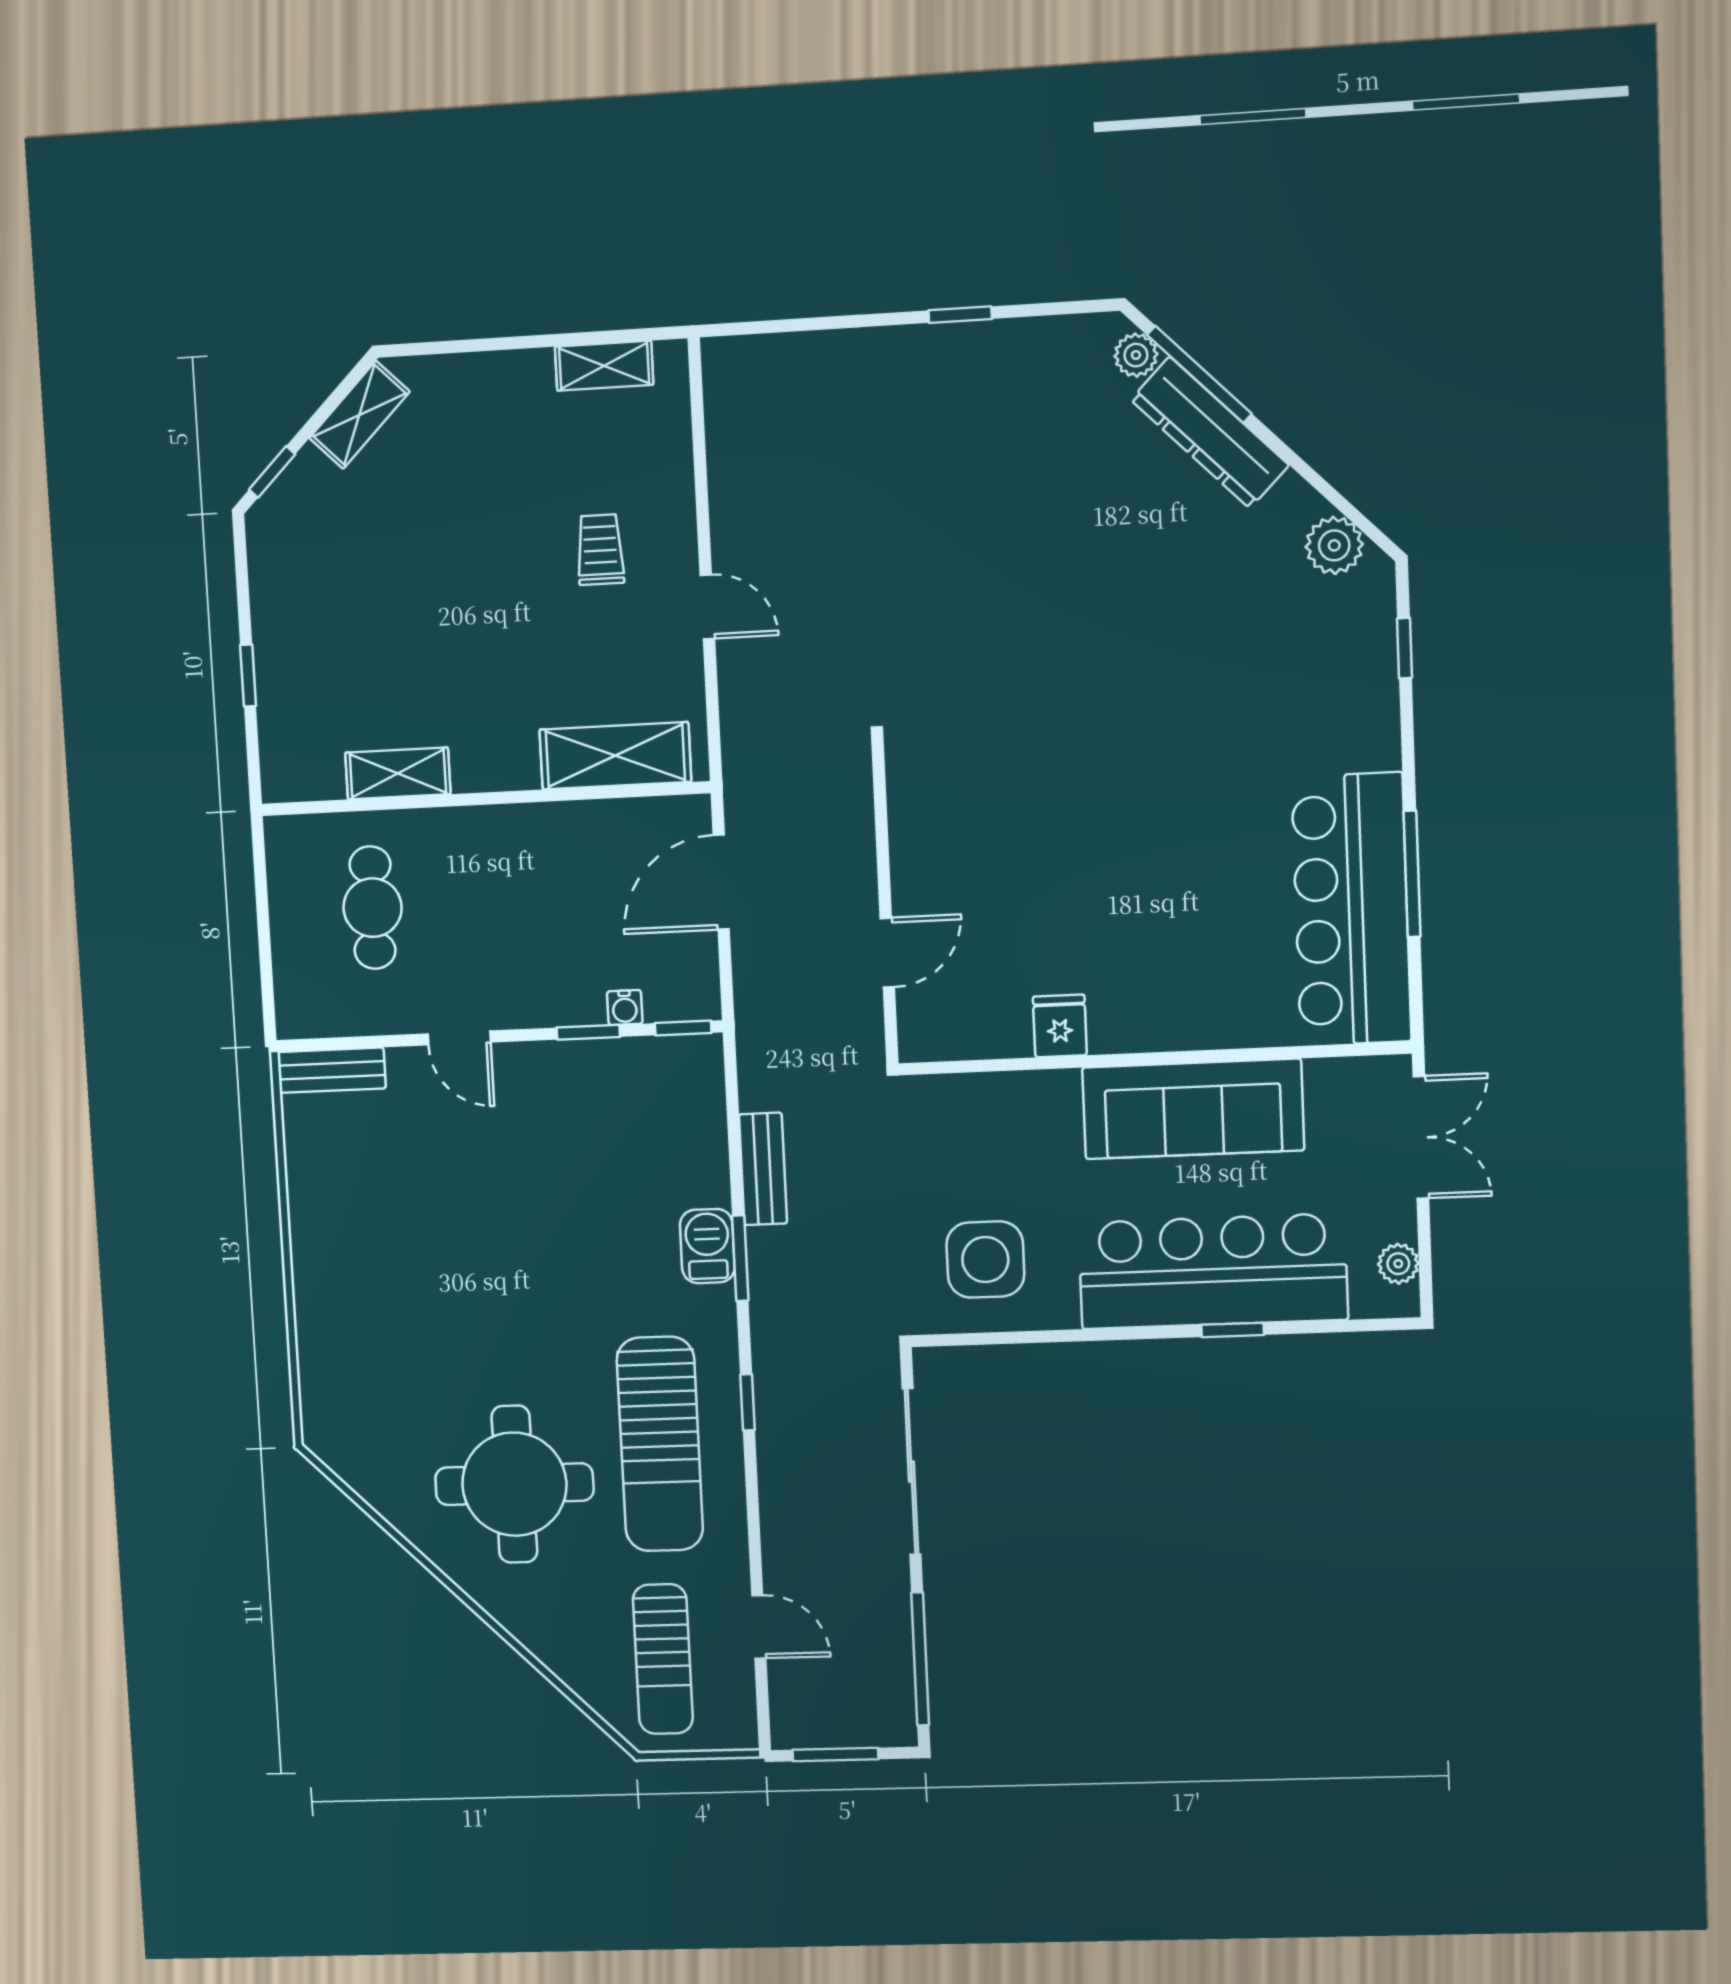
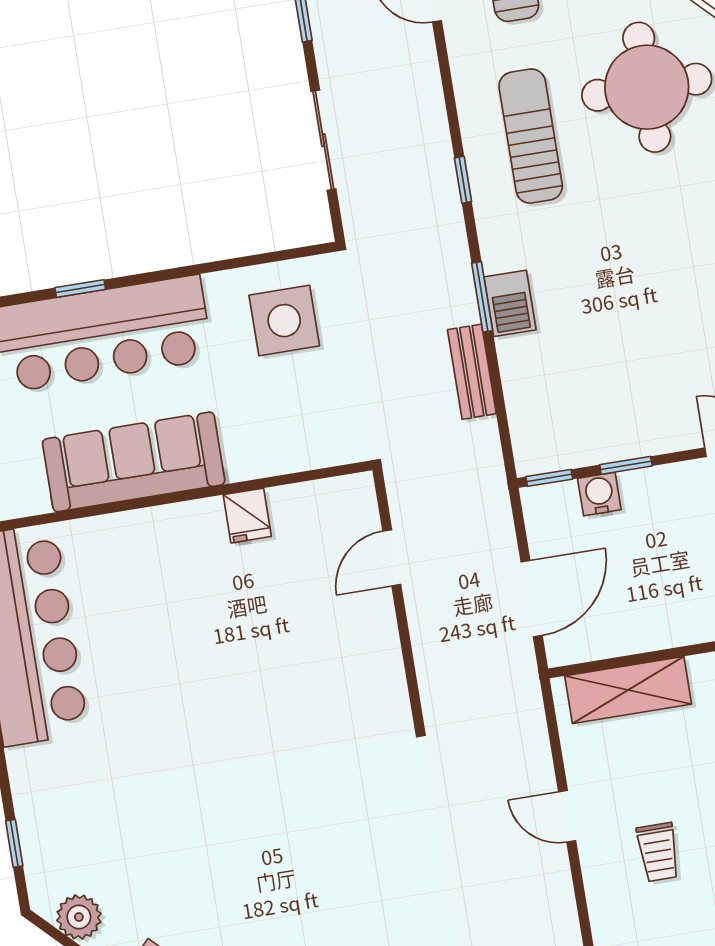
water cooler: (625, 1008) -> (599, 494), width x1.38, depth x1.38
sun lounger: (660, 1444) -> (531, 136), width x0.73, depth x0.75
sliding door: (911, 1472) -> (323, 140), width x0.73

